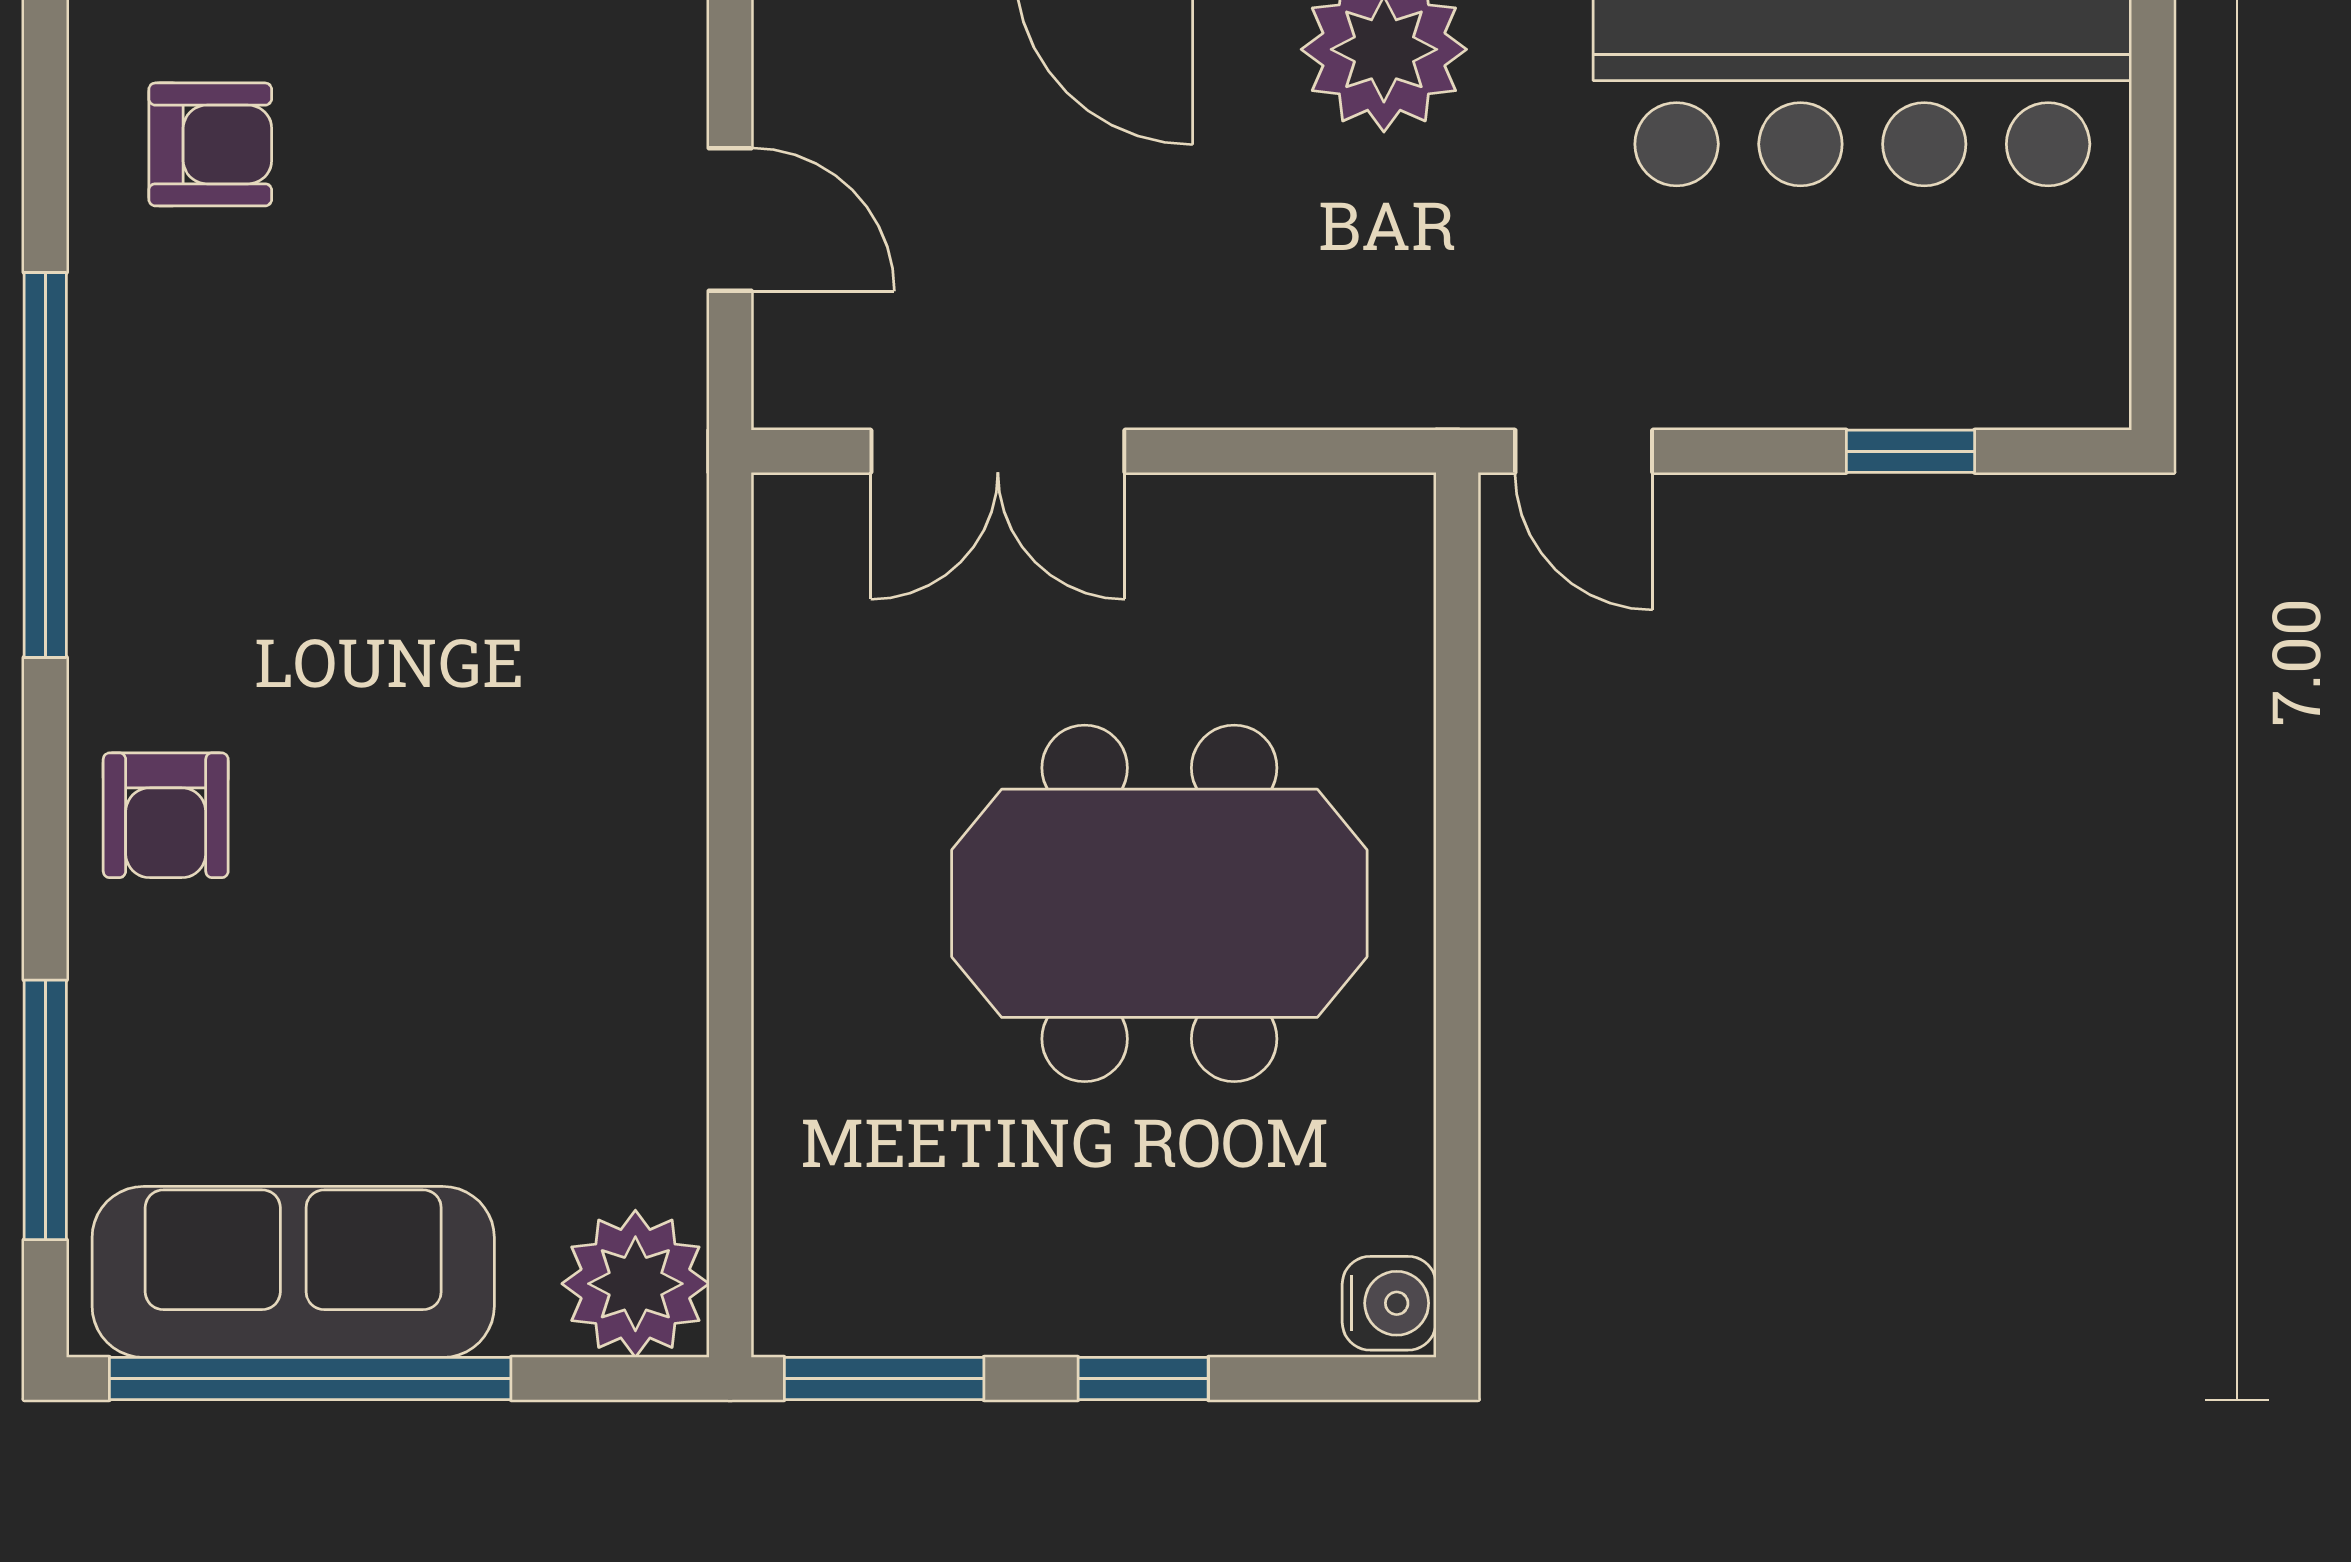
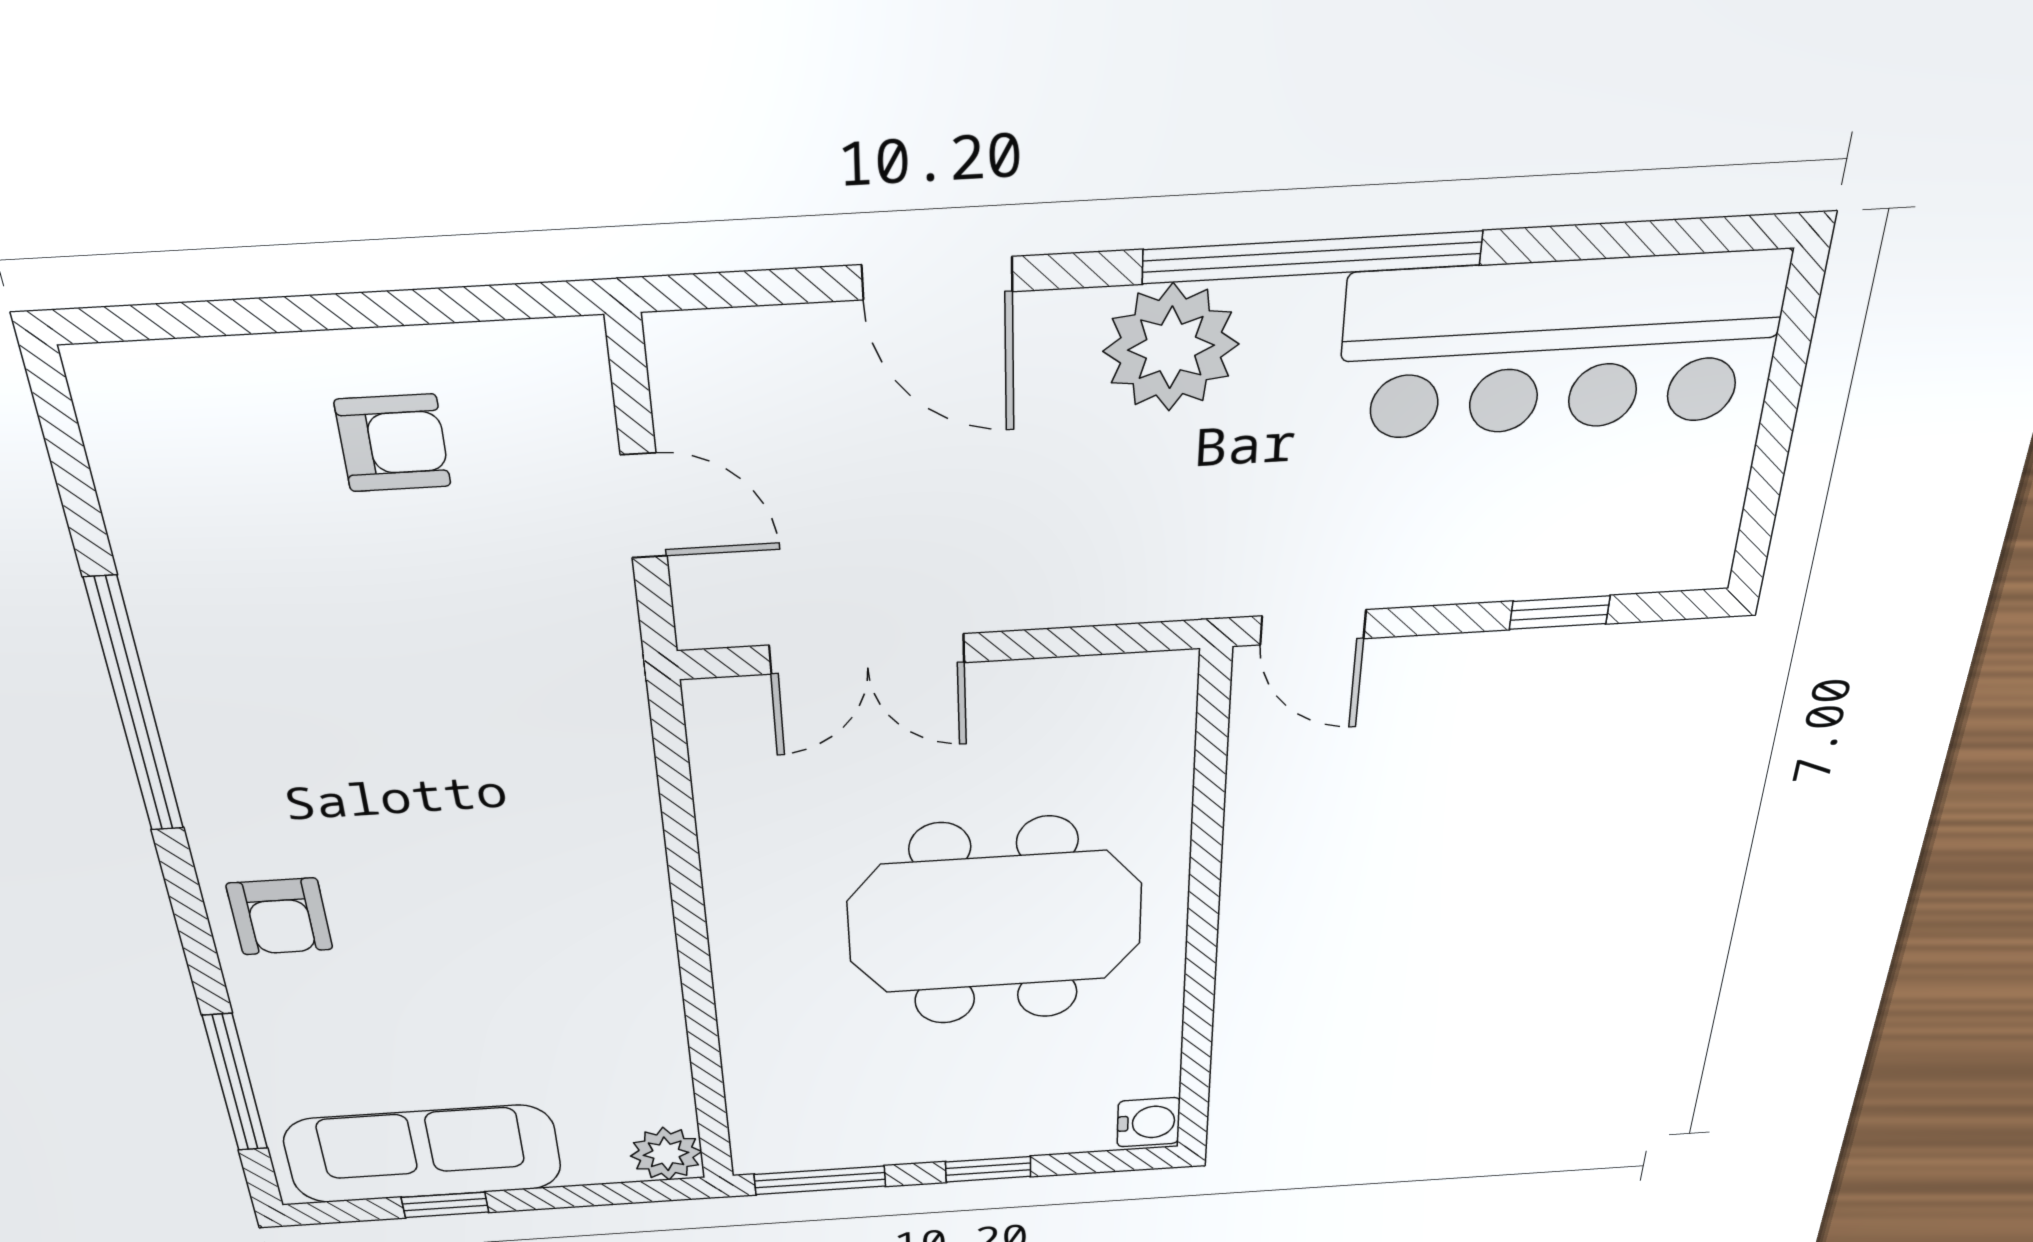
armchair: (210, 144) -> (393, 443), moved
plant: (635, 1284) -> (666, 1154), width x0.73, depth x0.73
window: (310, 1378) -> (445, 1205), width x0.32

